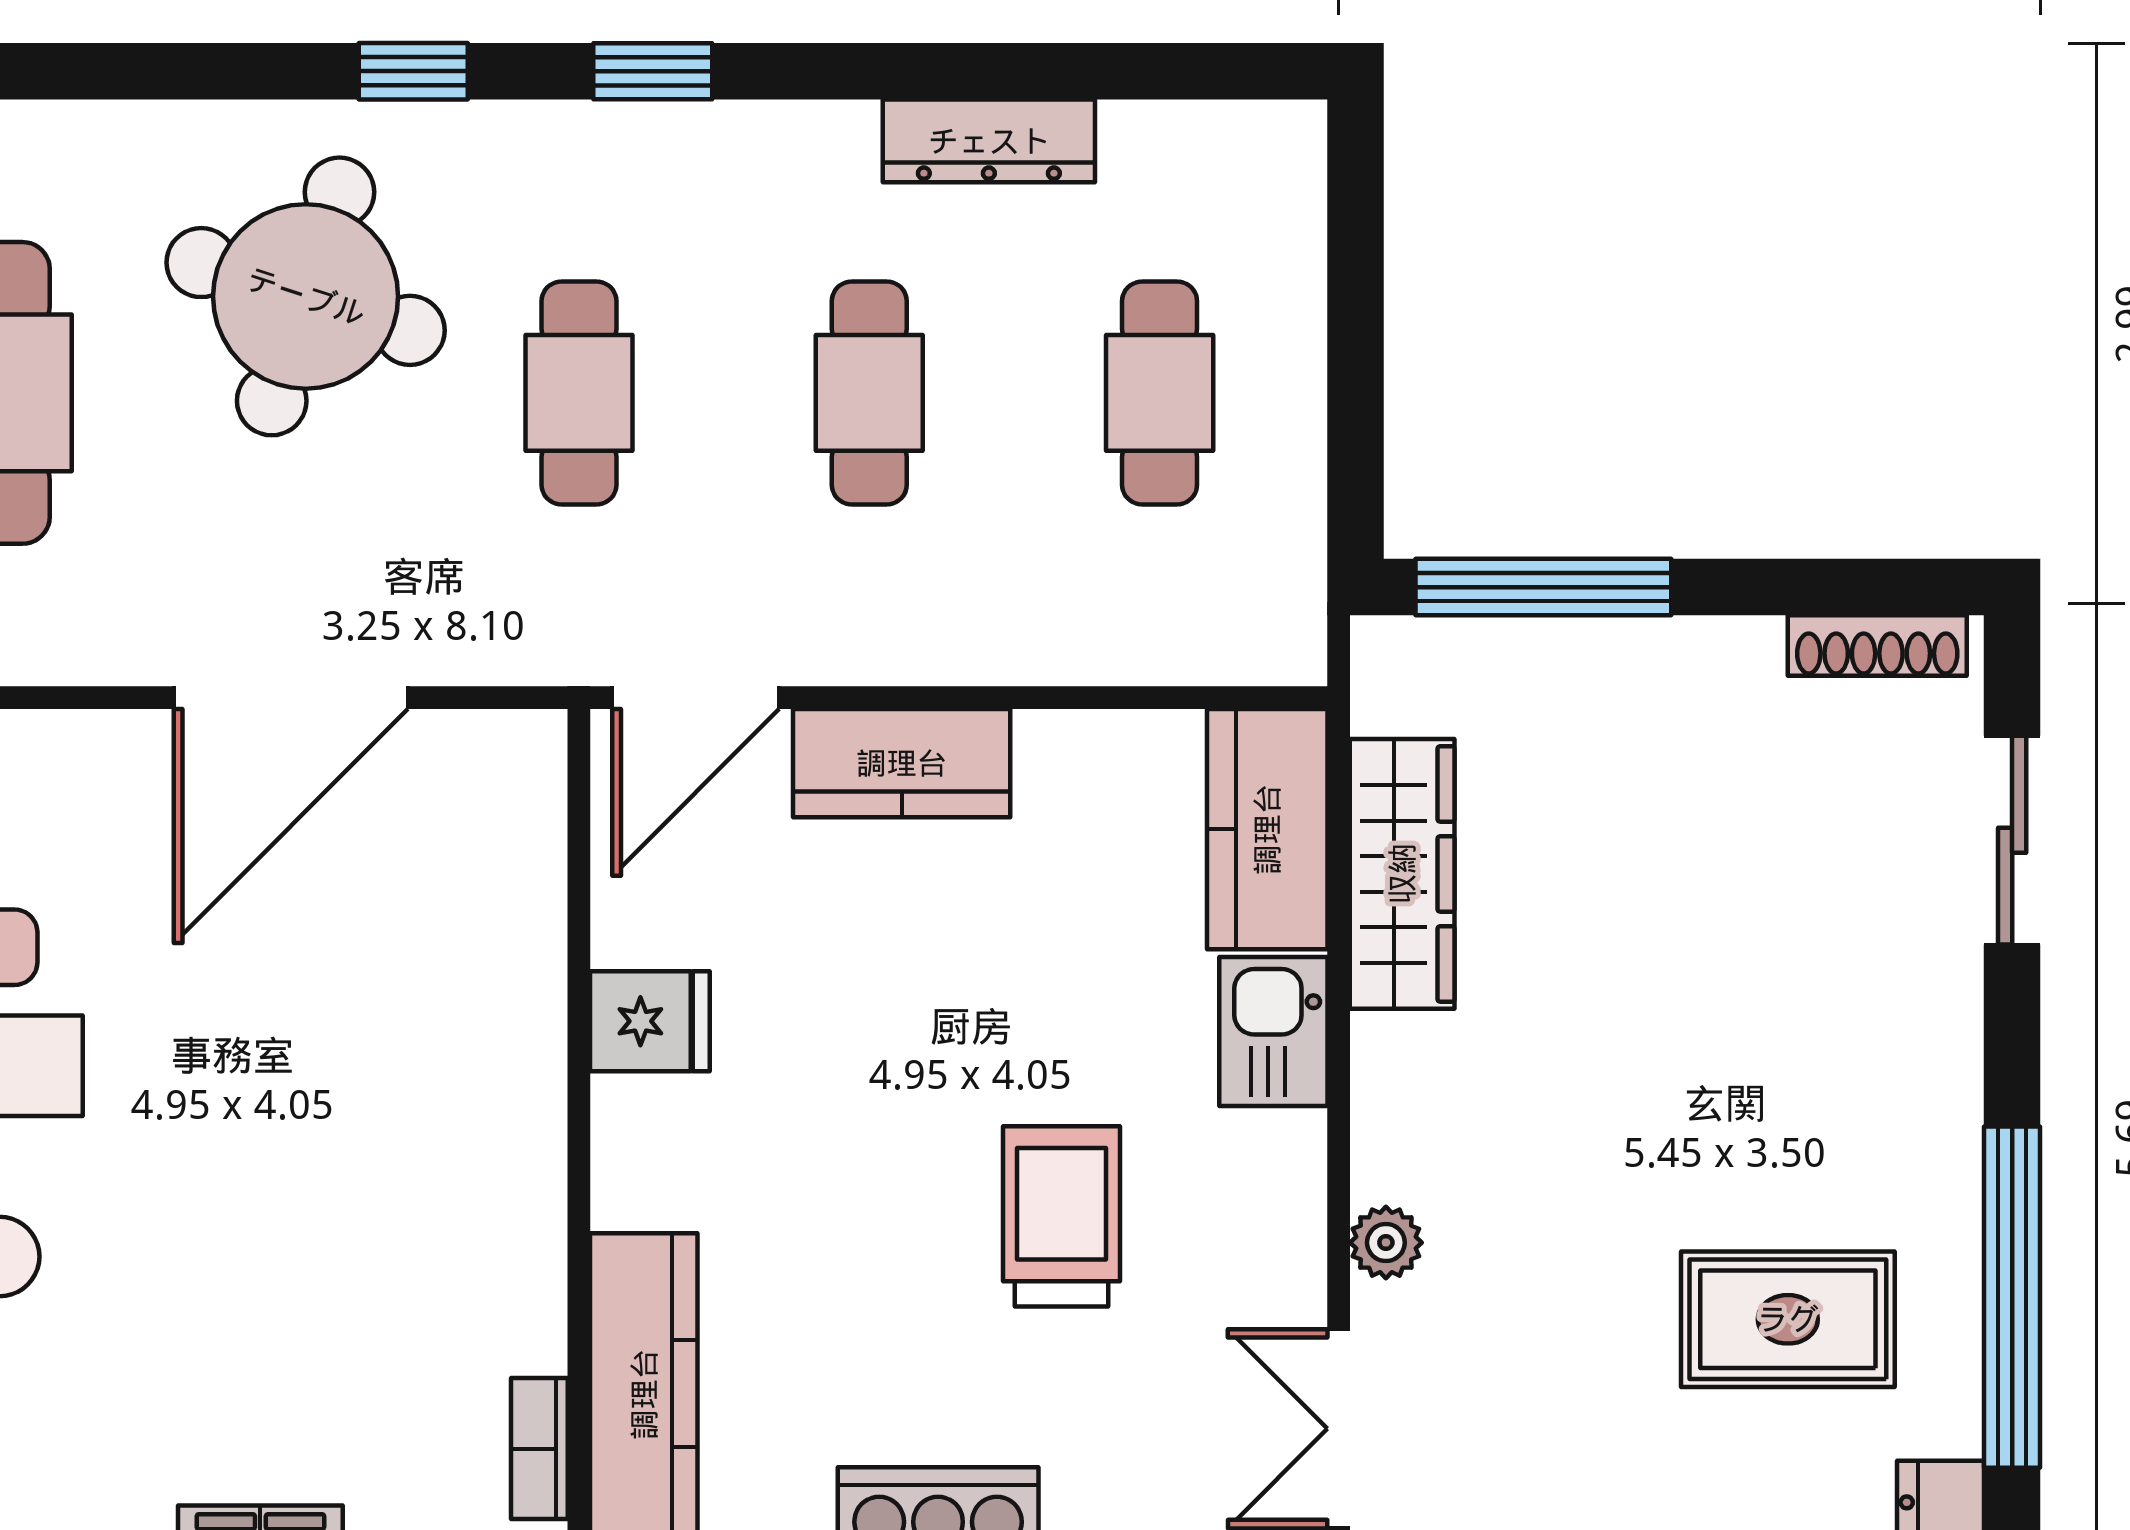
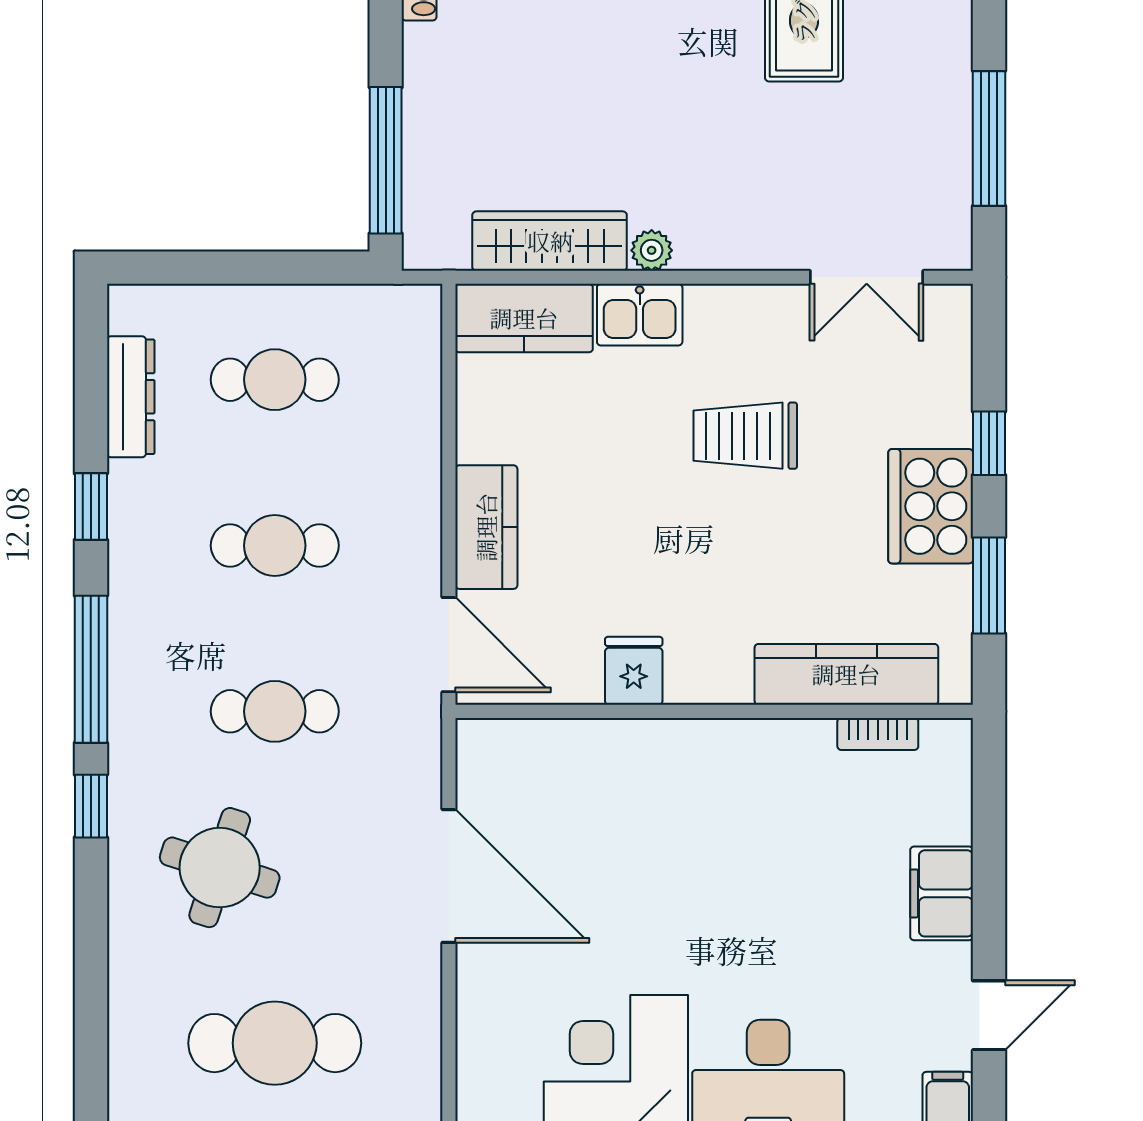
window: (653, 71) -> (91, 669), width x2.17
window: (937, 71) -> (91, 507), added
dresser: (989, 141) -> (131, 397), moved
round table: (306, 296) -> (220, 868), width x0.73, depth x0.73
plant: (1386, 1243) -> (652, 250), moved

